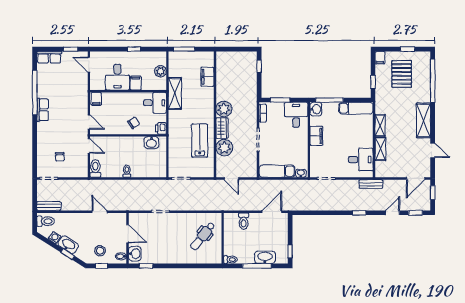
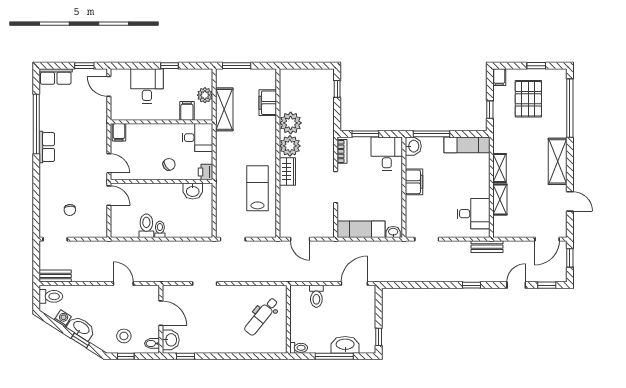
desk: (117, 77) -> (147, 86), moved, turned 180
filing cabinet: (136, 83) -> (187, 111), moved
shelving: (175, 93) -> (224, 109), moved
plant: (224, 148) -> (291, 123), moved
toilet: (95, 169) -> (146, 226), moved

